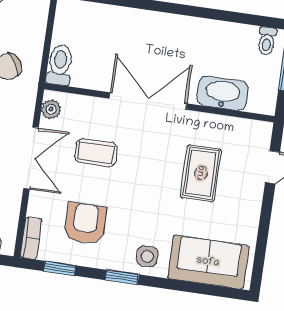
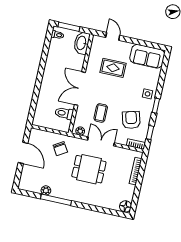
toilet: (60, 65) -> (64, 113), moved
washbasin: (223, 93) -> (82, 43), moved
armchair: (85, 223) -> (131, 120), turned 75
sofa: (208, 262) -> (147, 56), moved, turned -90

